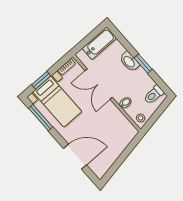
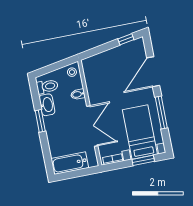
washbasin: (129, 62) -> (47, 105), moved
window: (41, 118) -> (161, 113), moved
door: (75, 157) -> (153, 72), hinge flipped
window: (112, 170) -> (126, 39), added

